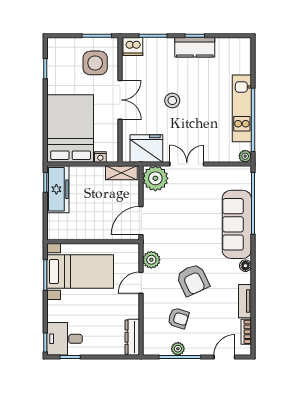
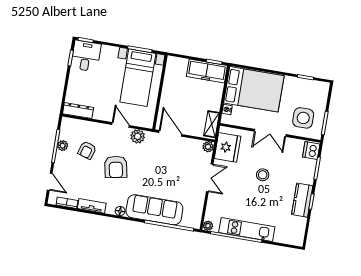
plant: (155, 178) -> (208, 147), width x0.53, depth x0.53
armchair: (193, 280) -> (116, 167), turned -76

